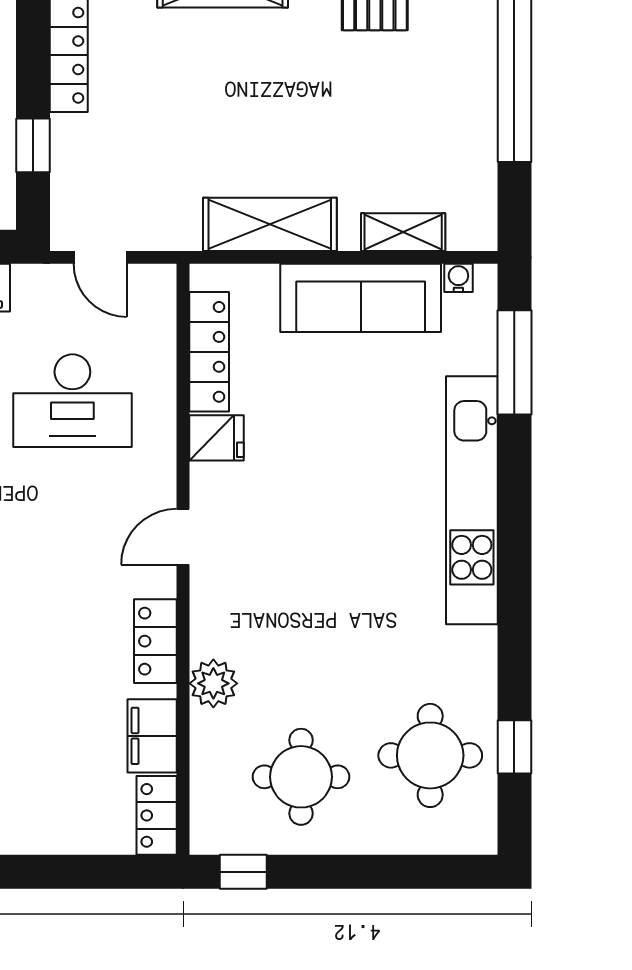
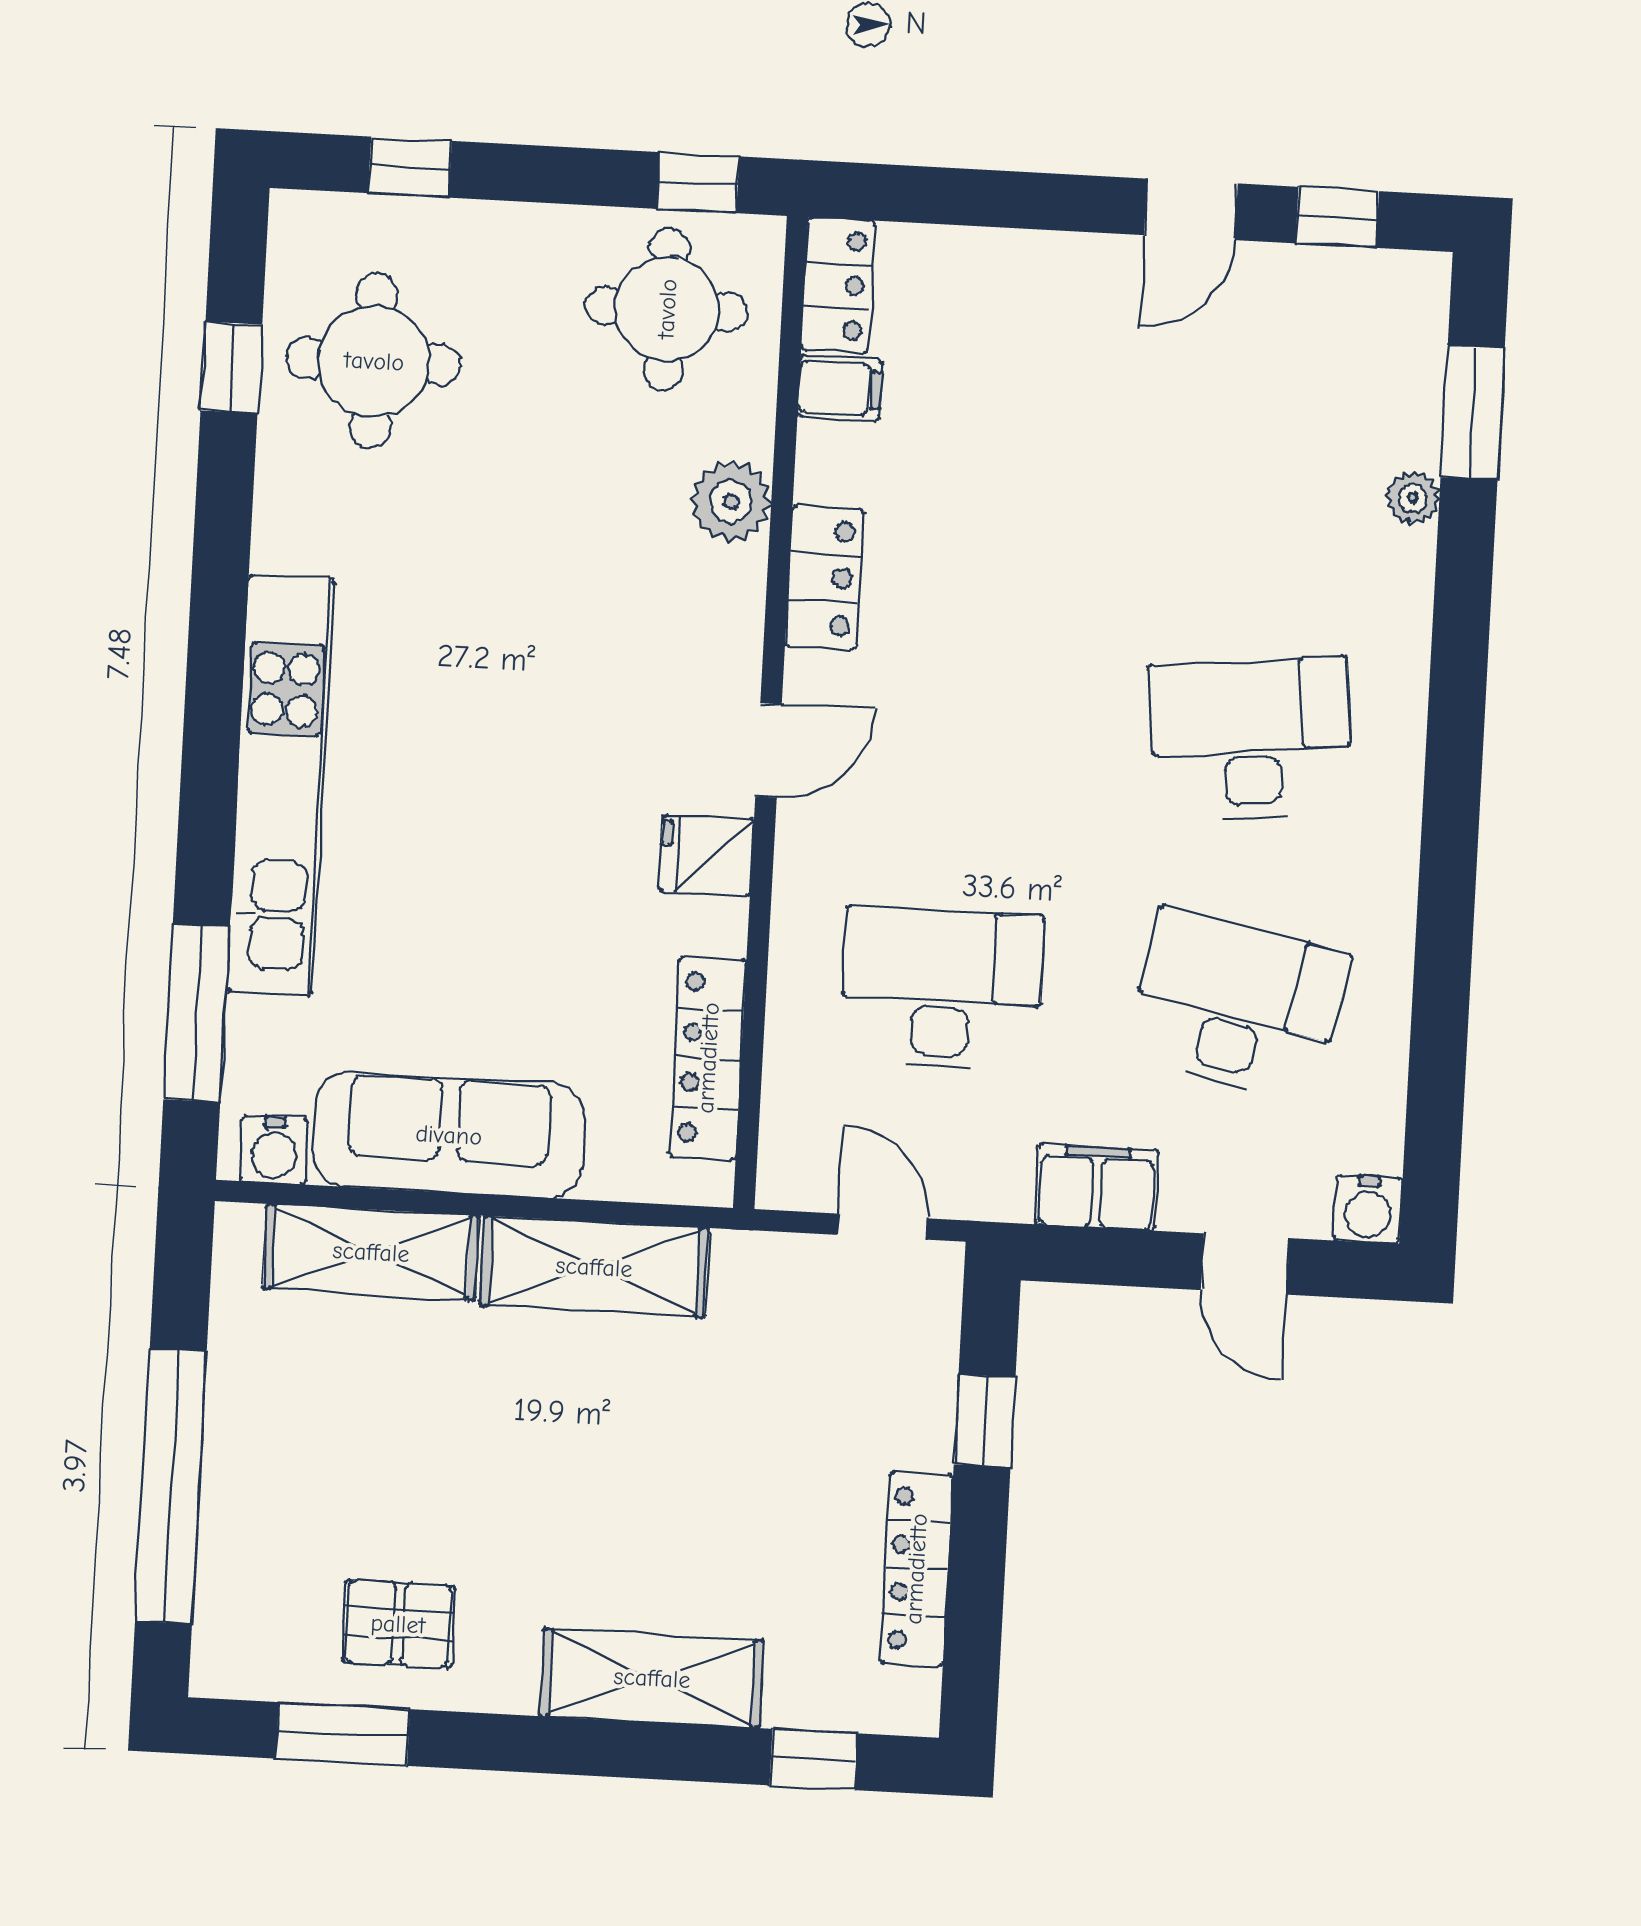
shelving: (403, 232) -> (371, 1252), width x1.50, depth x1.33
water cooler: (458, 278) -> (274, 1150), width x1.38, depth x1.38
fridge: (216, 438) -> (706, 855), moved
filing cabinet: (152, 736) -> (840, 388), width x0.50
round table: (301, 777) -> (667, 309), moved
window: (415, 872) -> (410, 167), added

